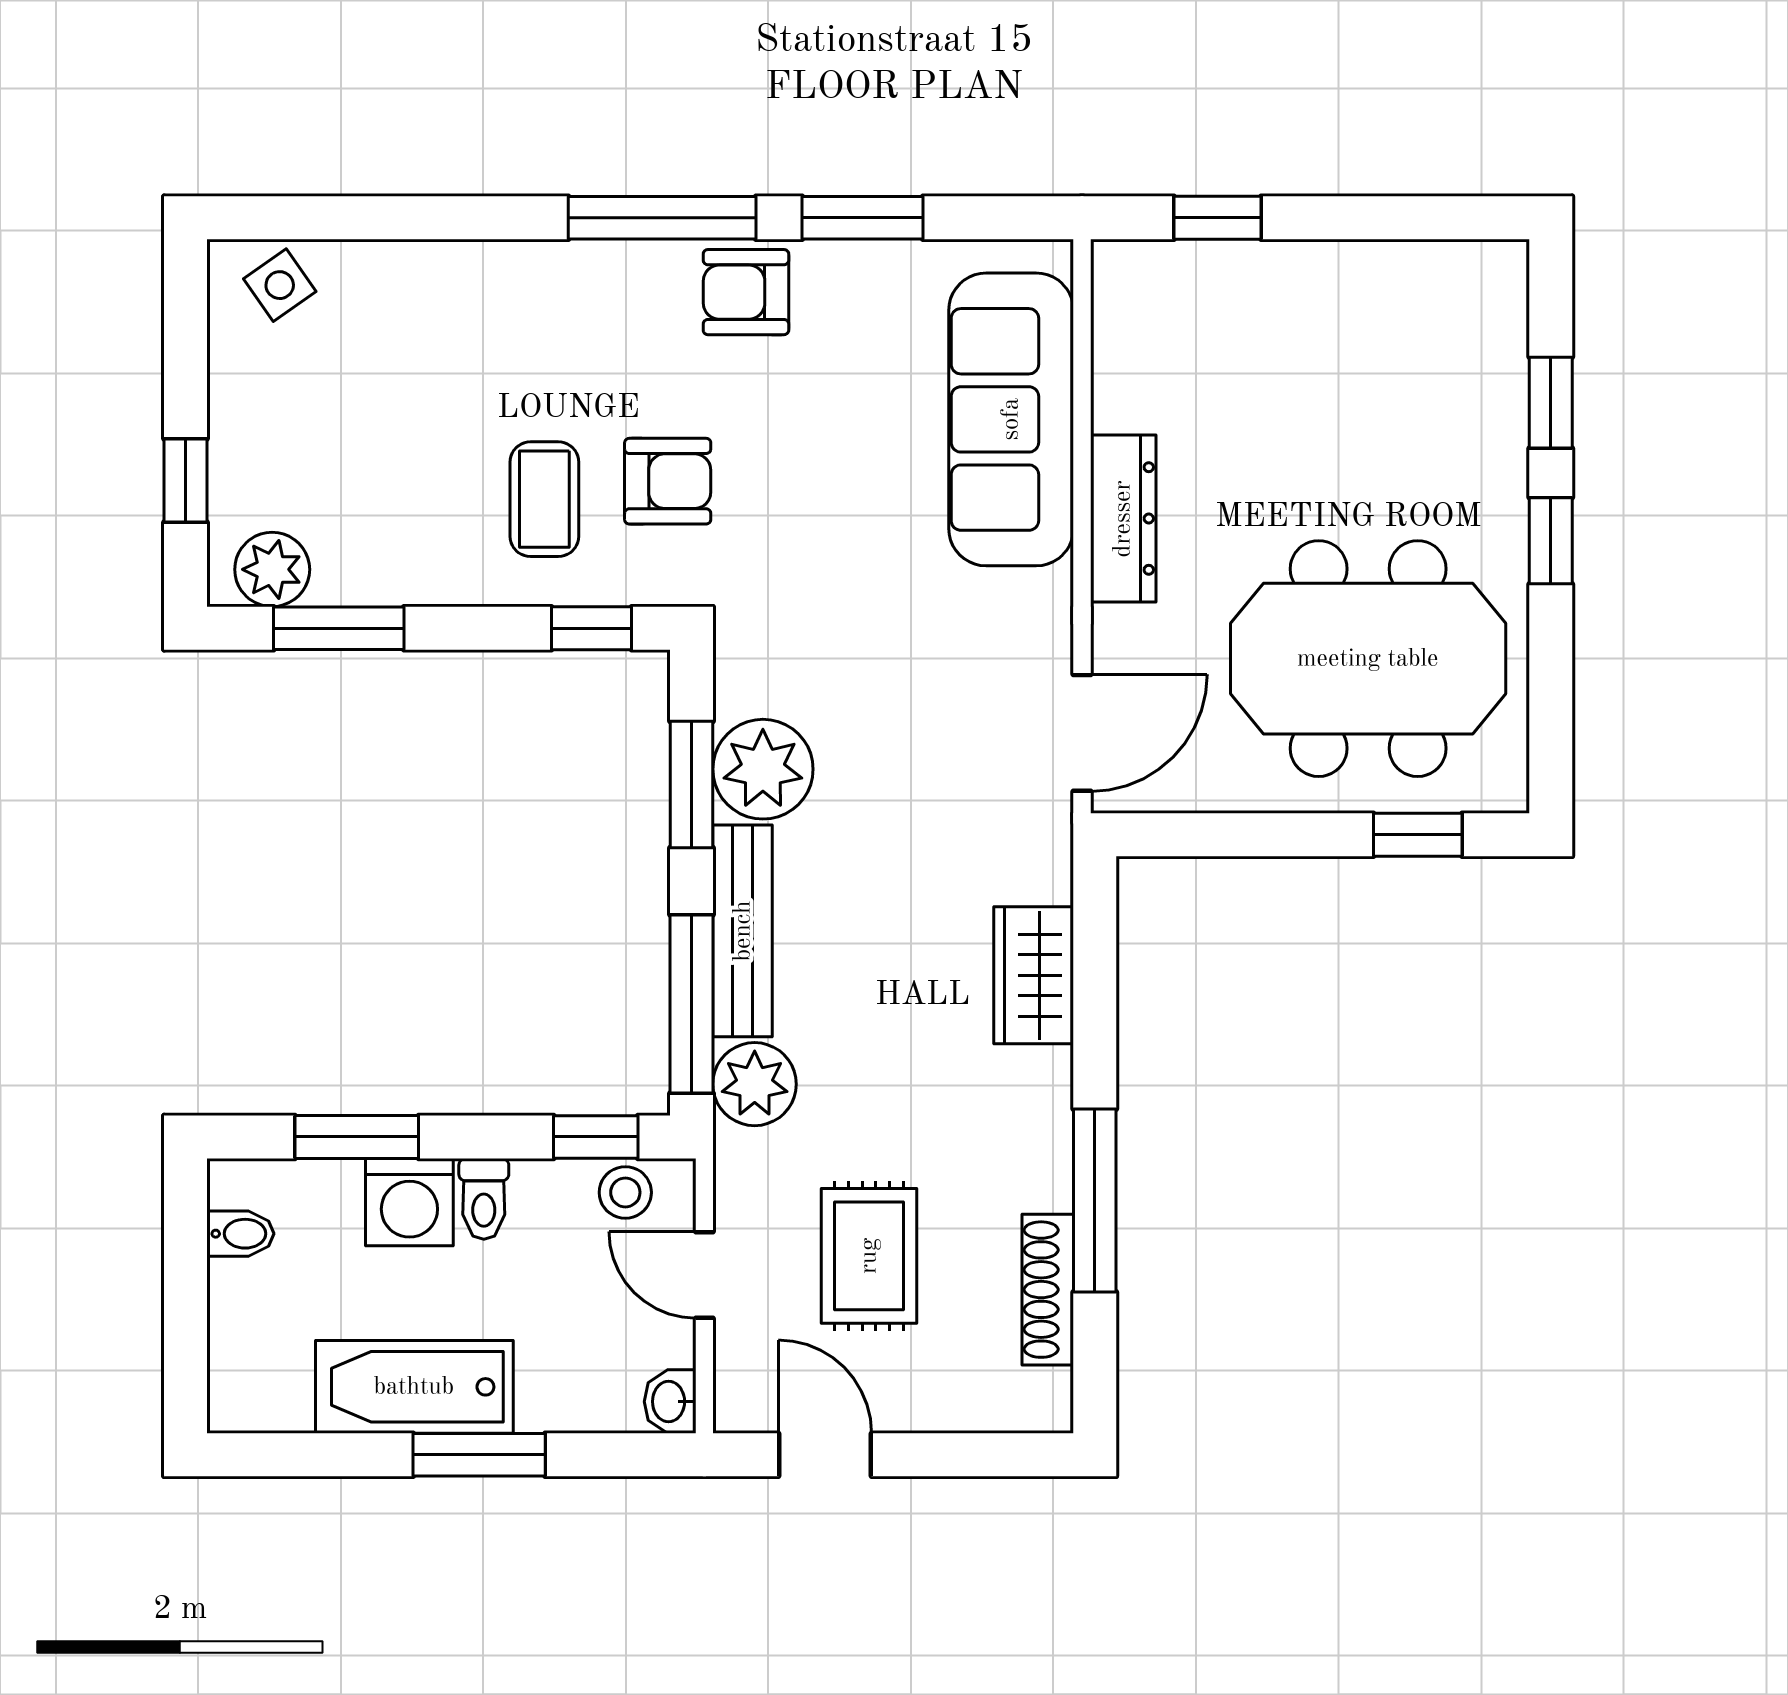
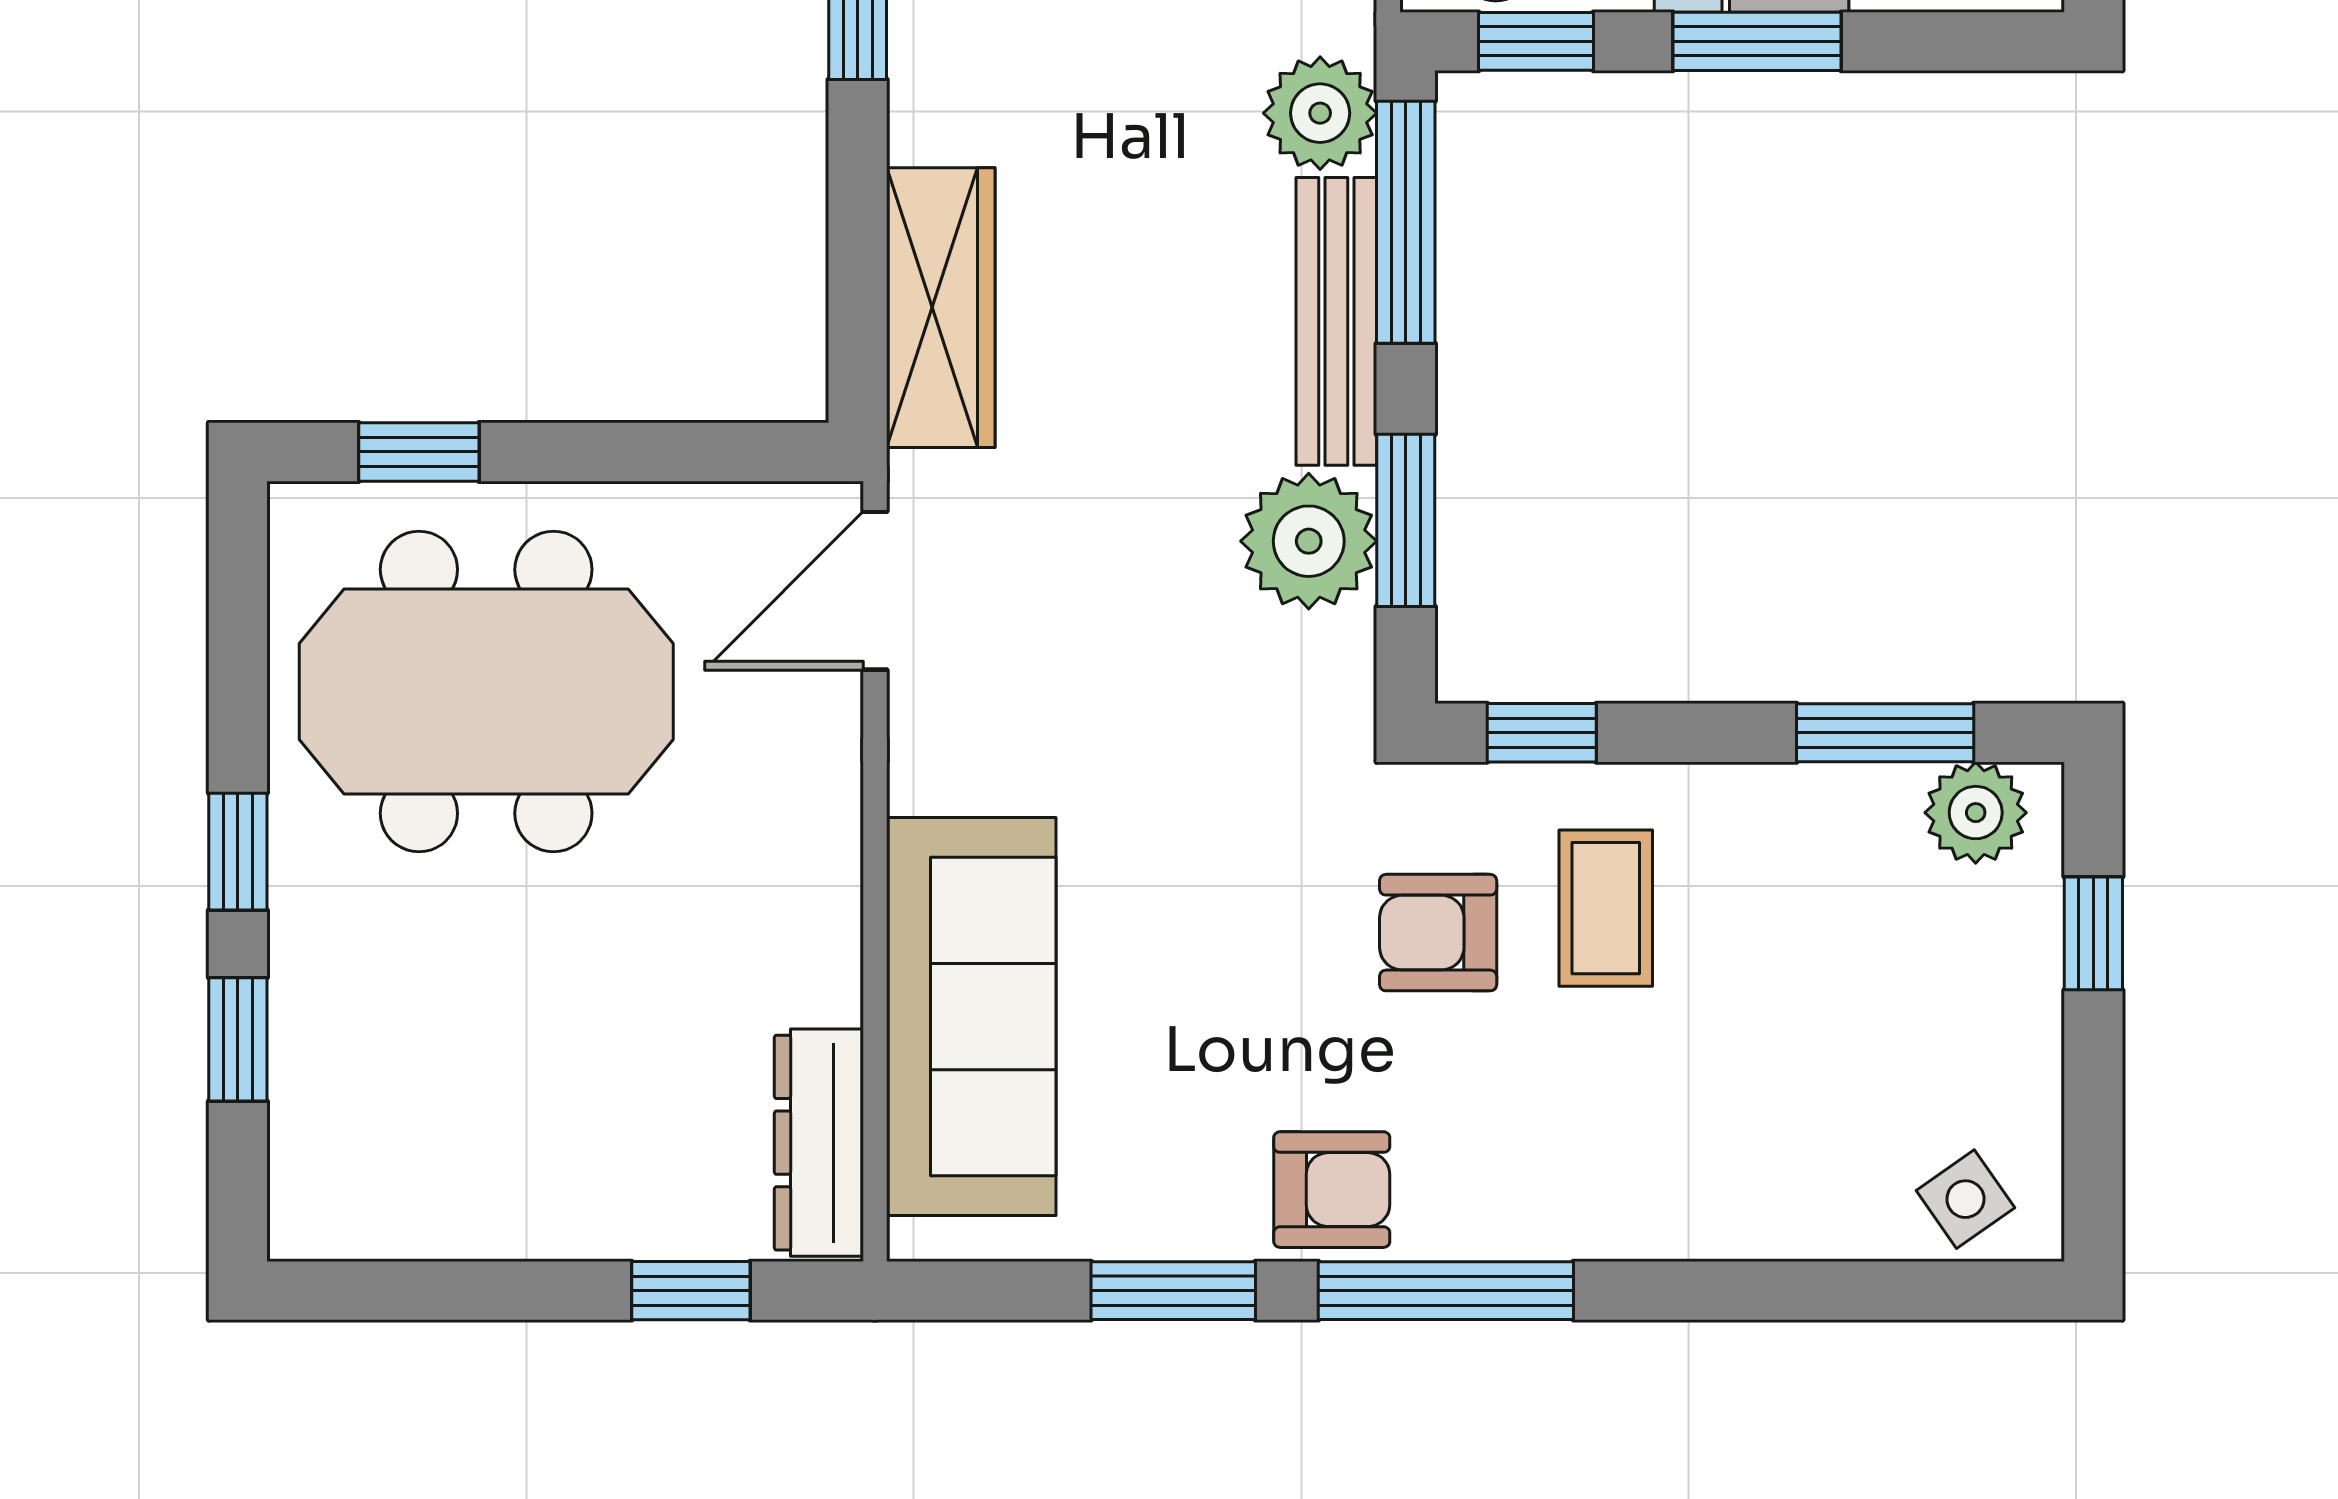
dresser: (1123, 519) -> (819, 1143), moved
wardrobe: (1034, 975) -> (941, 308), width x1.50
window: (357, 1137) -> (1757, 41), moved

